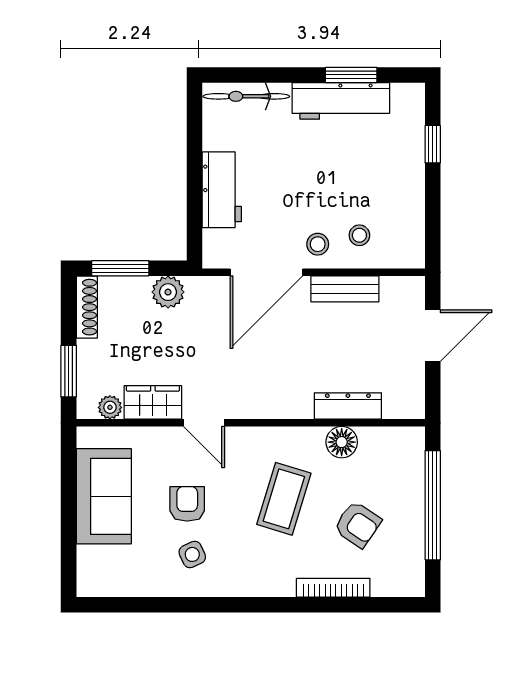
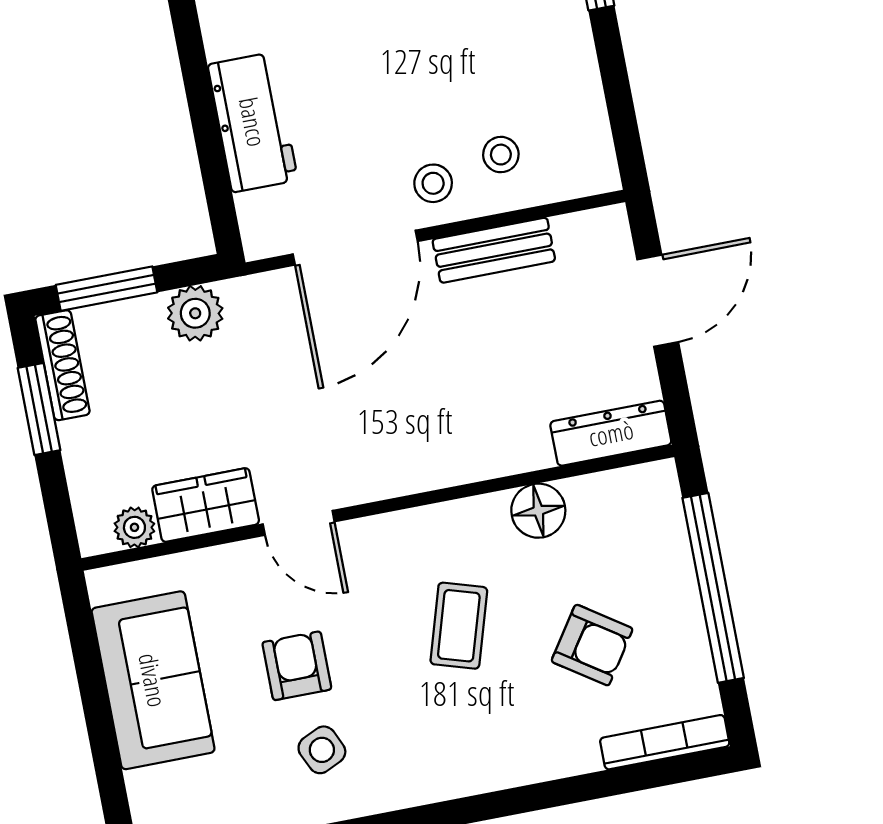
window: (69, 371) -> (39, 409), moved
dresser: (348, 406) -> (611, 433), moved
coffee table: (284, 499) -> (459, 626), width x0.73, depth x0.77
bookcase: (333, 588) -> (665, 742), moved

